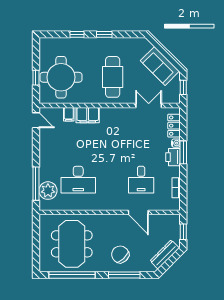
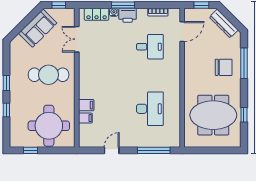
window: (36, 78) -> (31, 150), moved
filing cabinet: (88, 115) -> (86, 105), width x0.50
door: (36, 120) -> (112, 150), moved
plant: (48, 191) -> (161, 139), removed
door: (138, 212) -> (182, 32), moved
chair: (120, 254) -> (224, 67), turned -137
window: (72, 275) -> (244, 115), width x0.32

